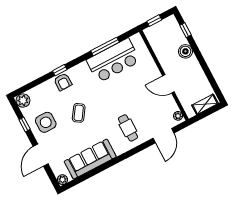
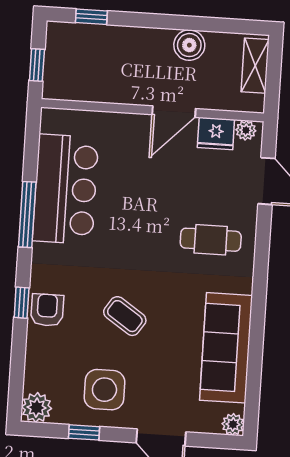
window: (105, 46) -> (27, 214), moved
boiler: (185, 51) -> (189, 45), moved
armchair: (63, 82) -> (47, 310), turned -90
fridge: (170, 105) -> (216, 134), added

